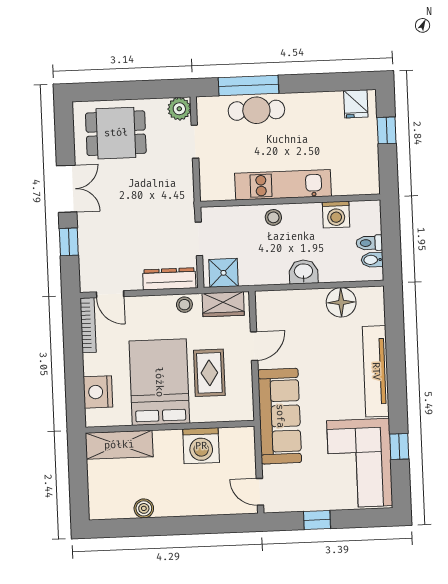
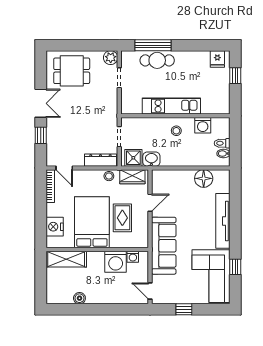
stool: (273, 217) -> (176, 131), moved
washbasin: (304, 272) -> (151, 159), moved
washing machine: (229, 436) -> (133, 257), added

